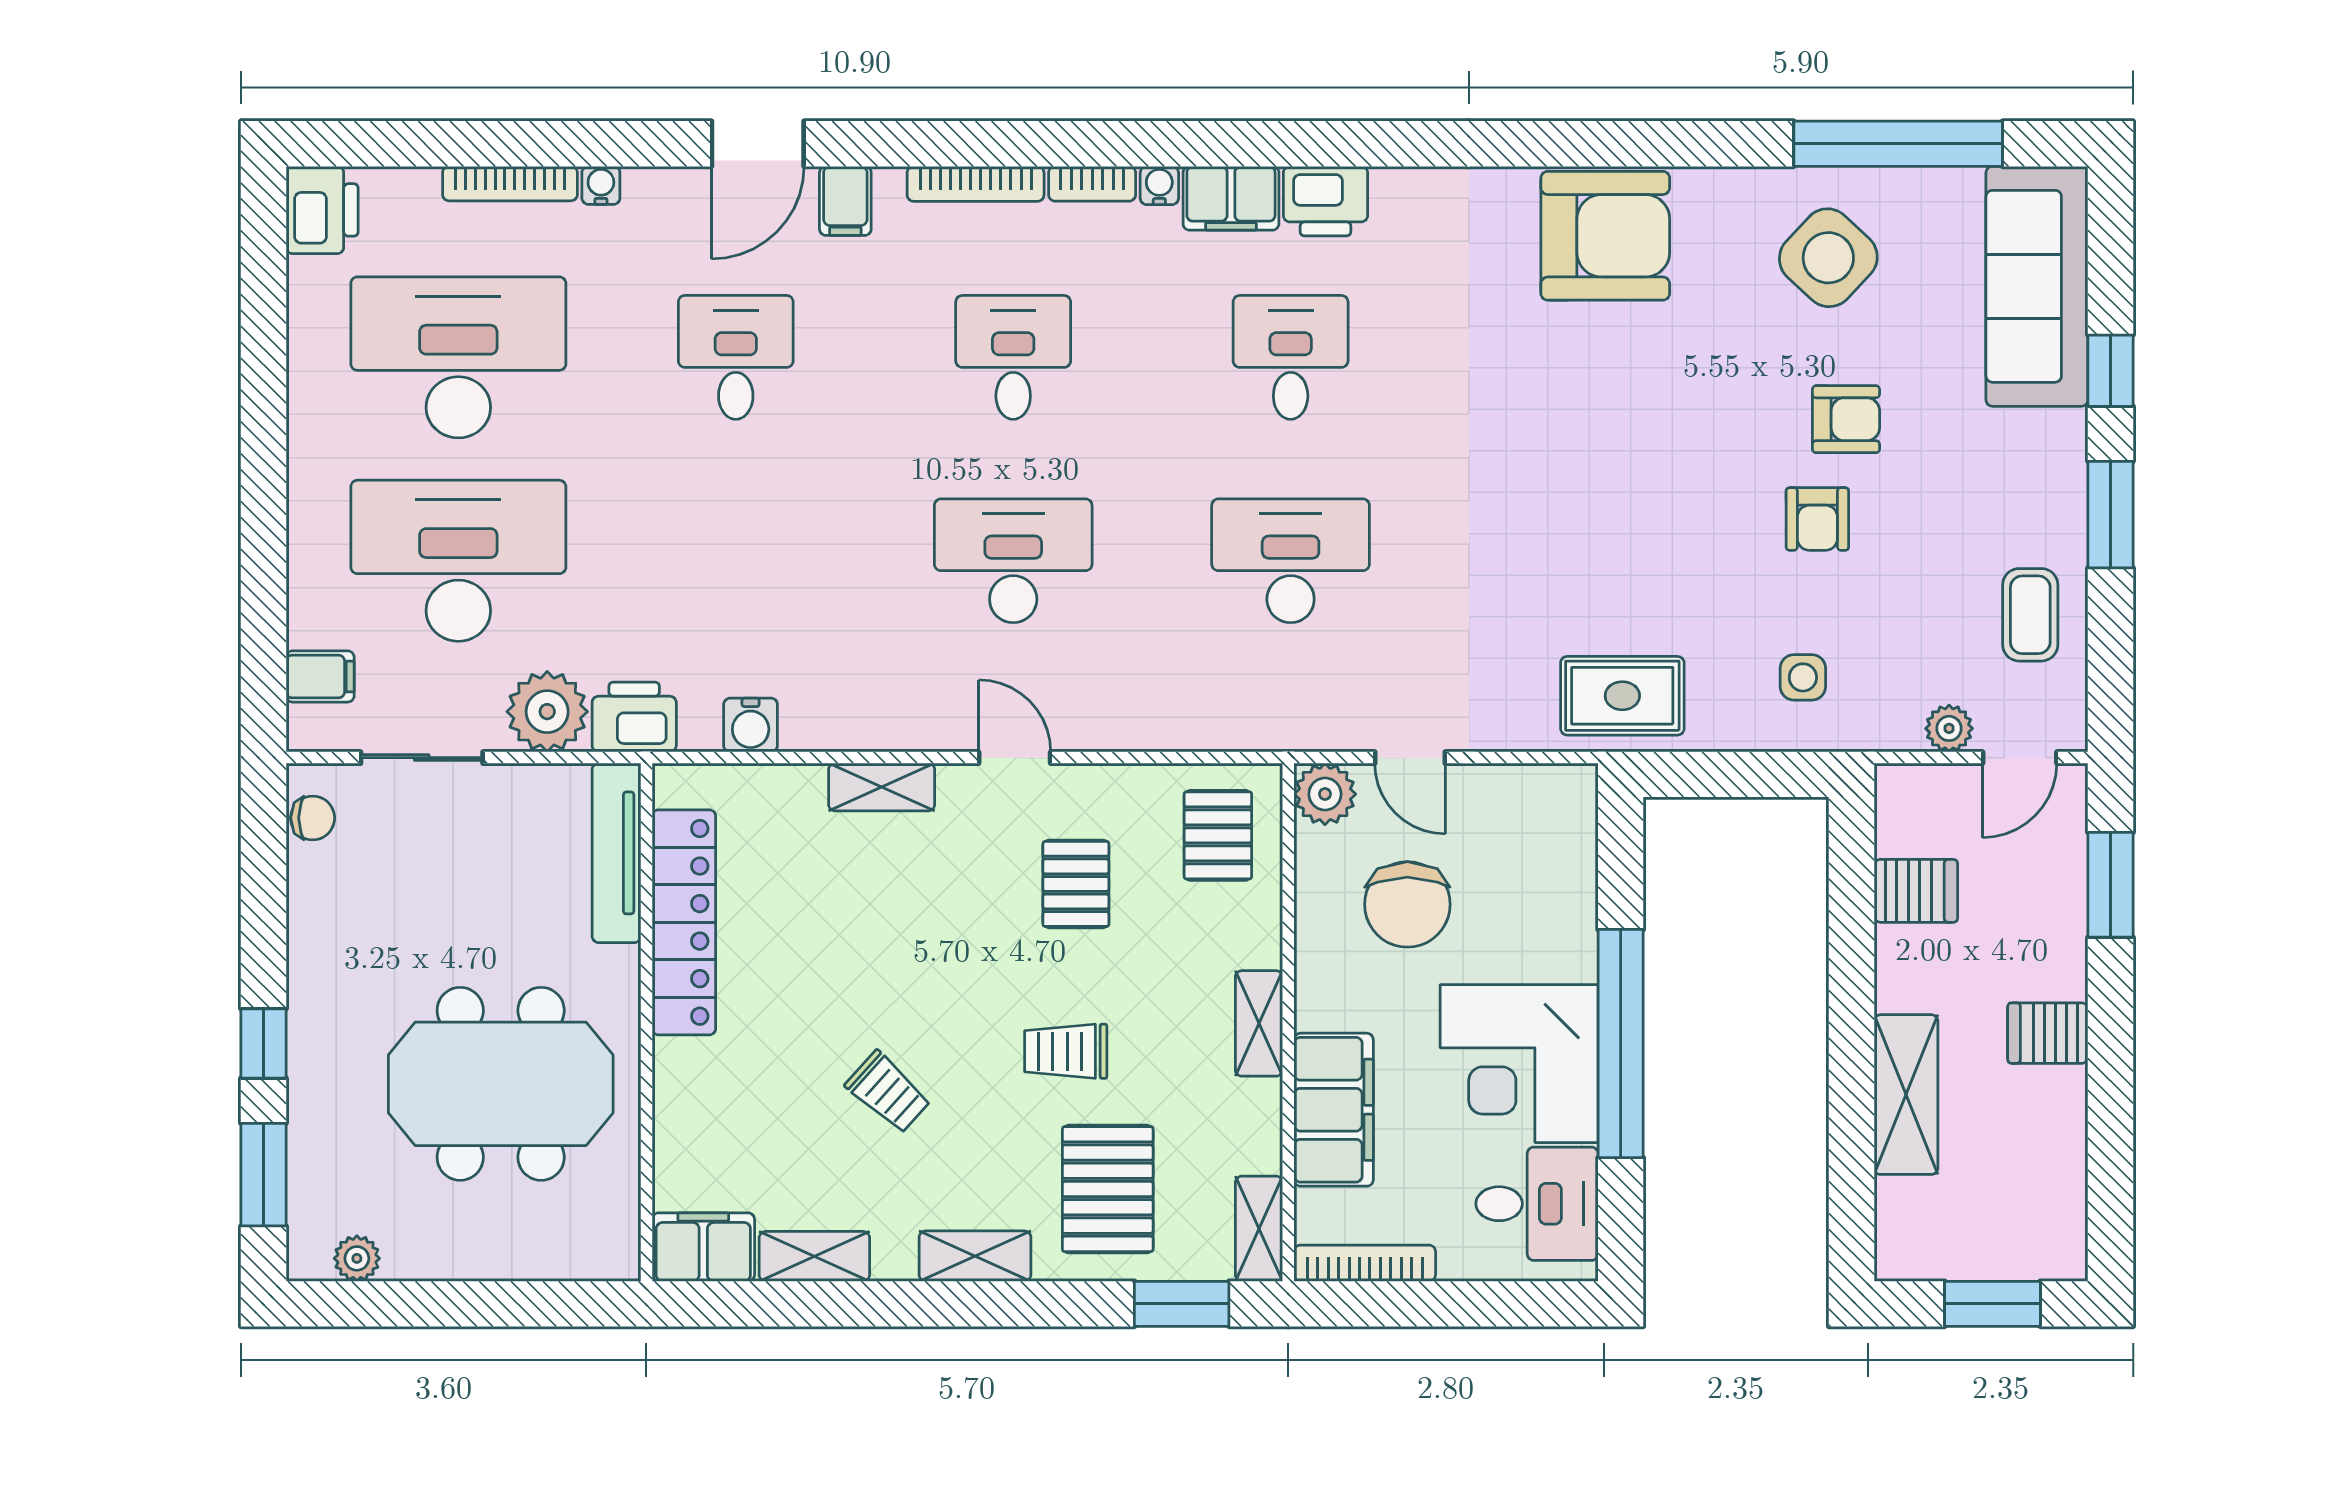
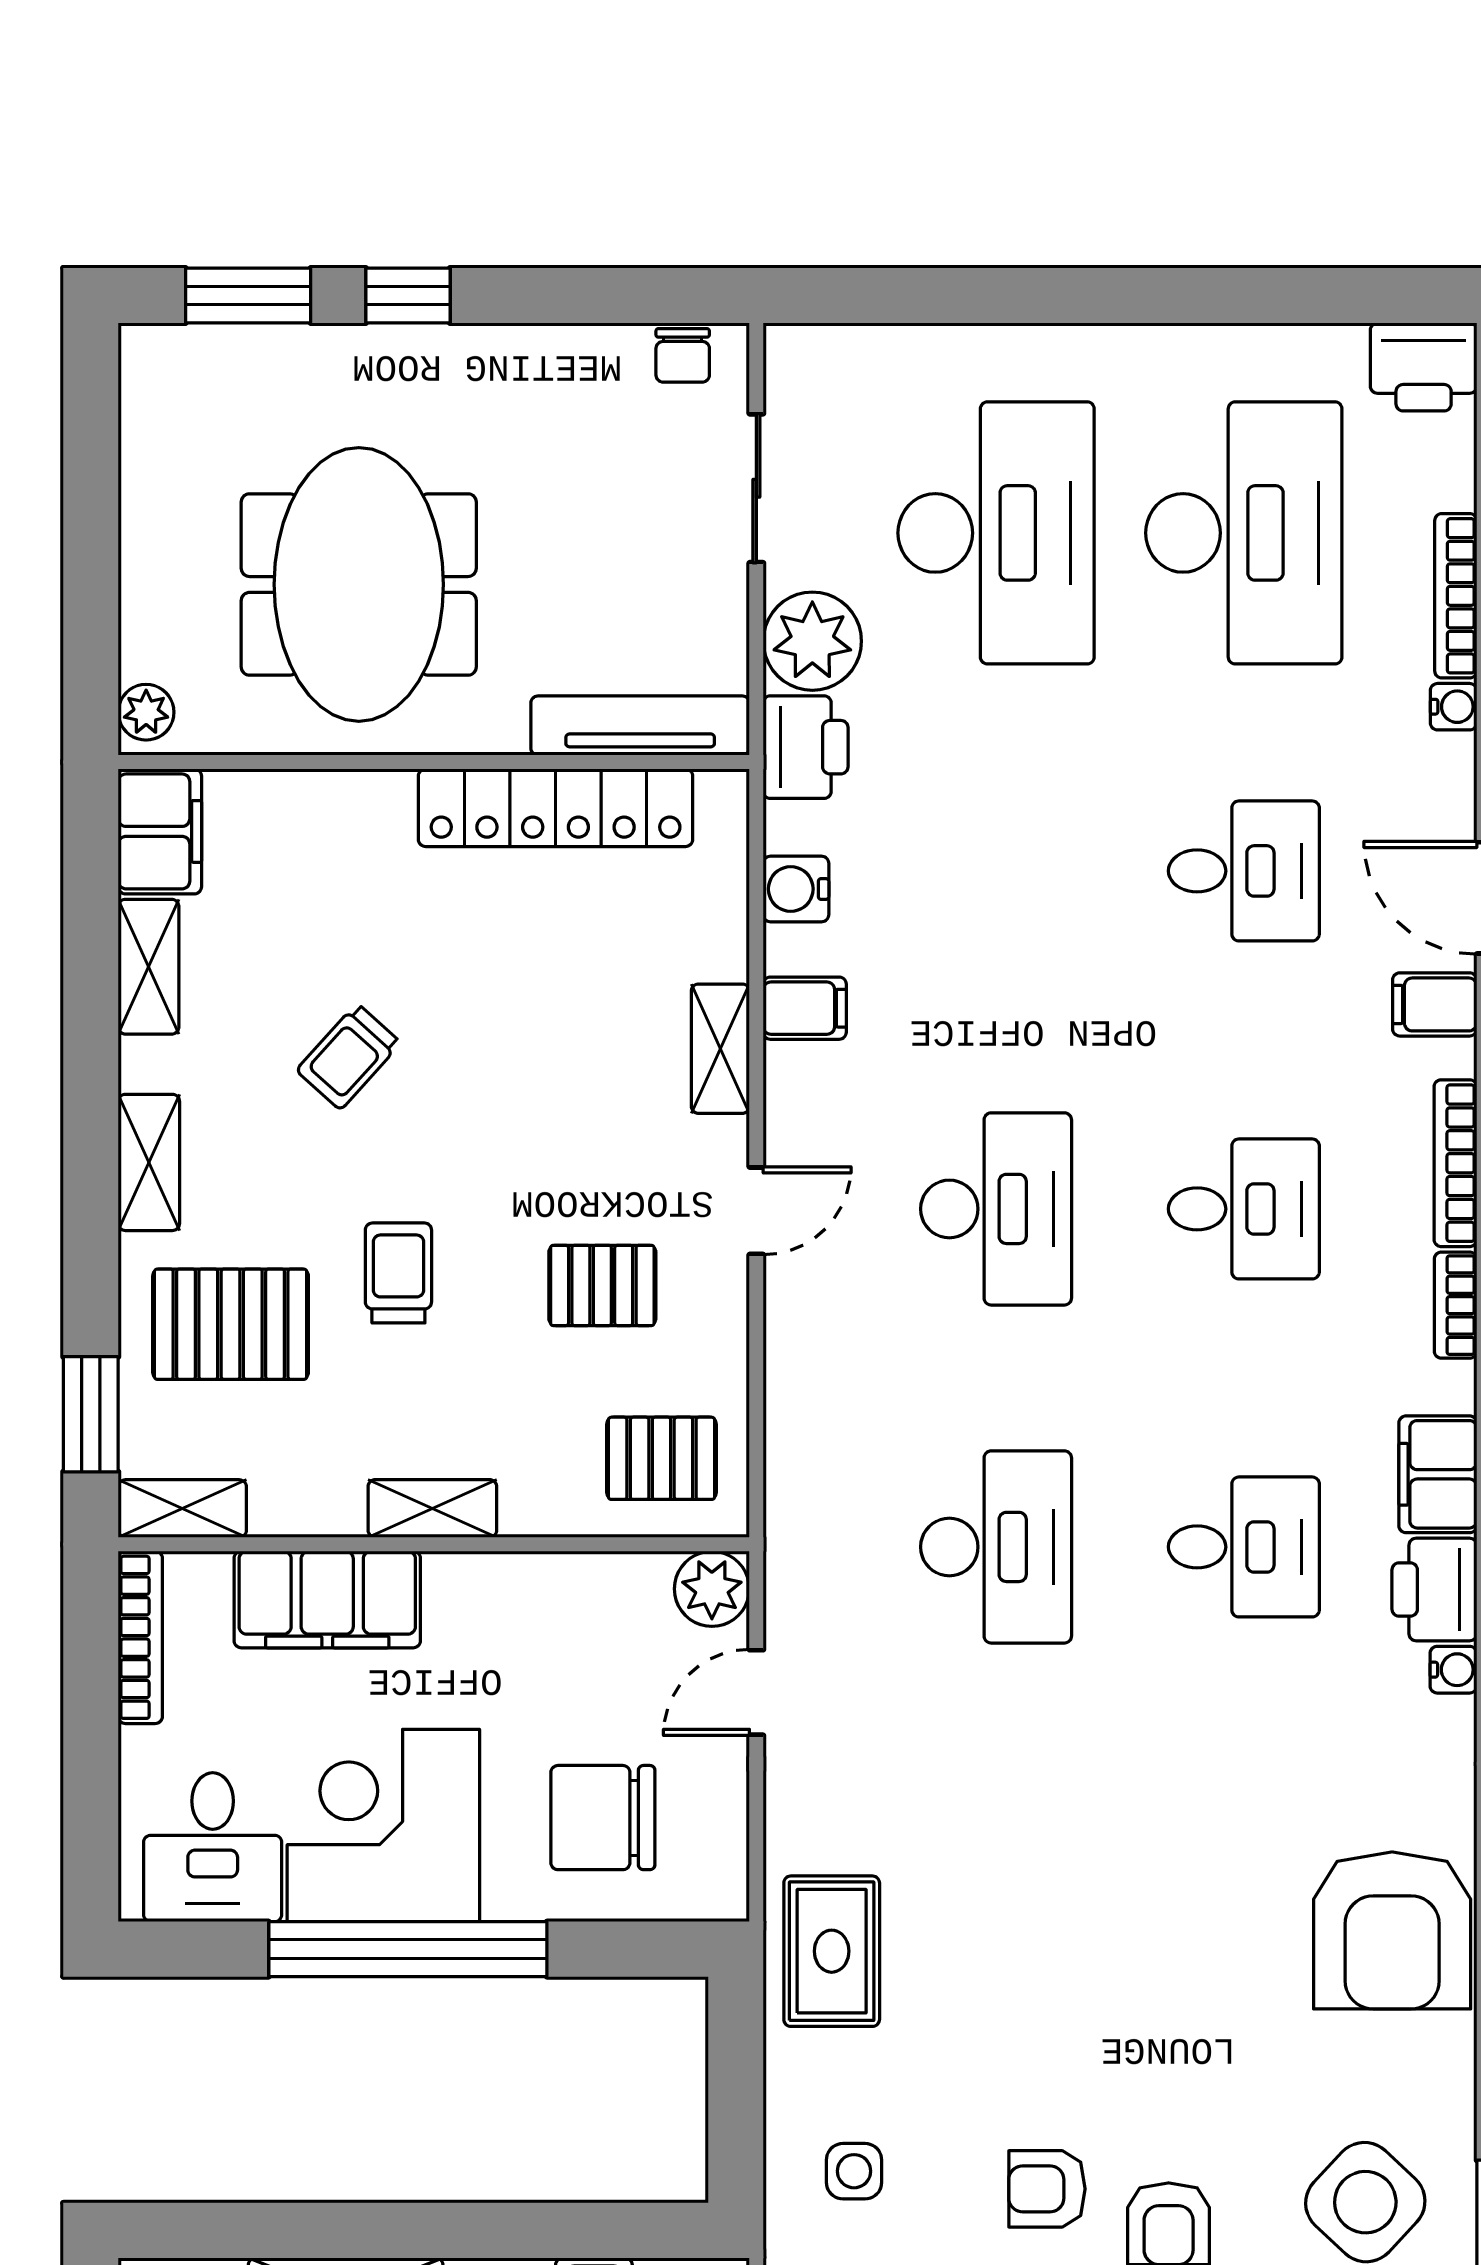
water cooler: (1159, 185) -> (1453, 1670), moved
filing cabinet: (320, 676) -> (805, 1008), moved, turned -90
chair: (1407, 904) -> (603, 1818), moved
plant: (357, 1258) -> (146, 712), moved

